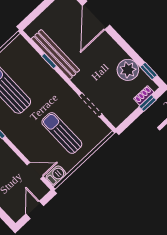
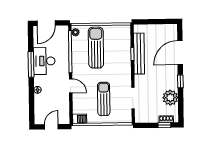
window: (149, 71) -> (180, 81), moved
door: (35, 171) -> (71, 86), moved

